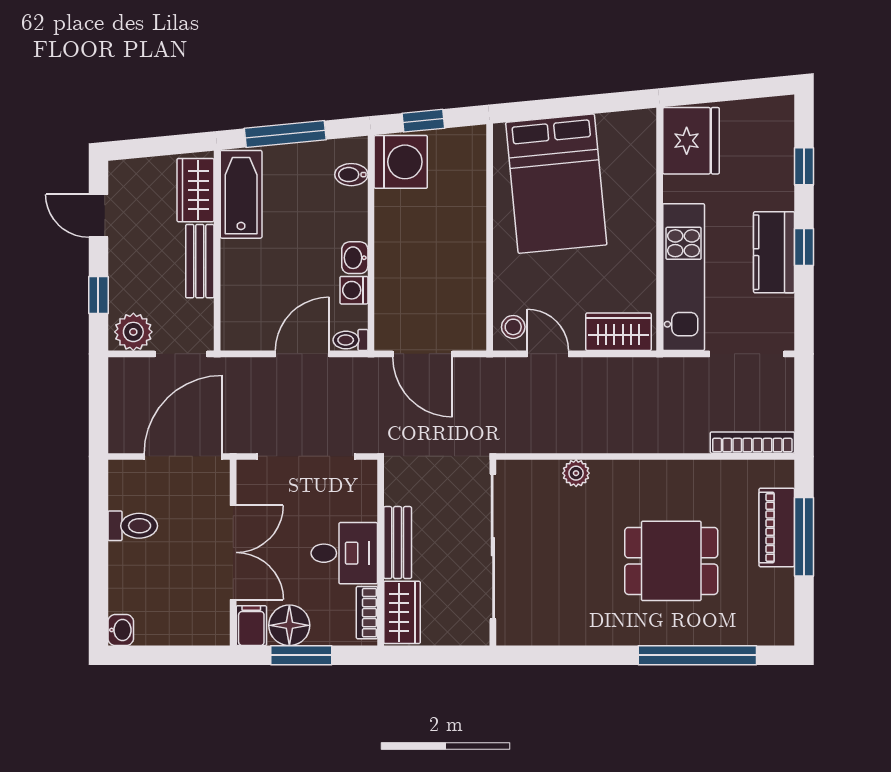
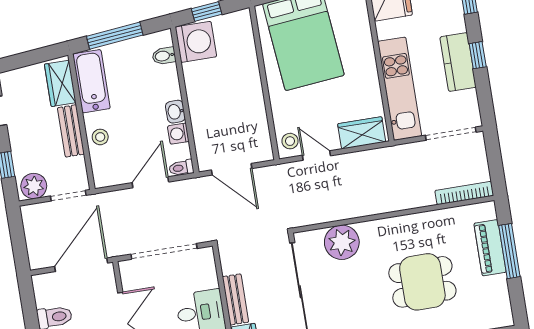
stool: (241, 277) -> (100, 137), added
plant: (576, 473) -> (342, 242), width x1.87, depth x1.87

